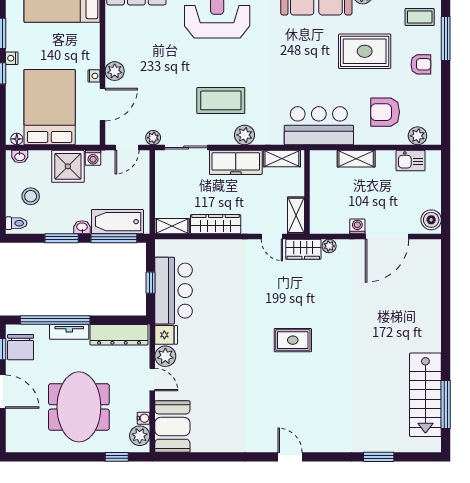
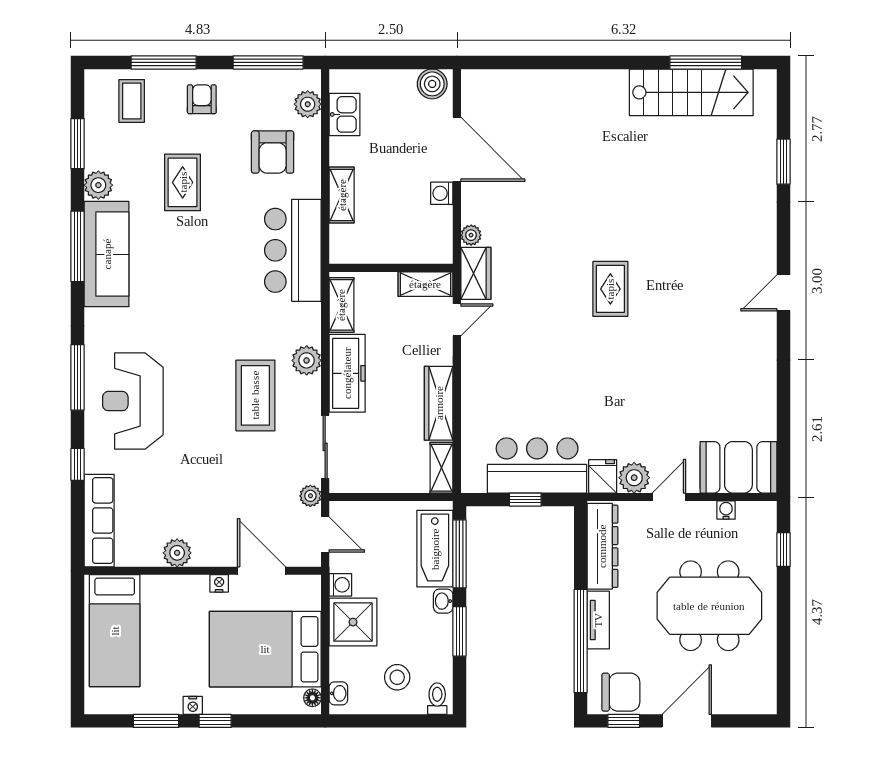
rug: (365, 51) -> (183, 182), width x0.73, depth x0.70
plant: (115, 71) -> (177, 553), moved
window: (446, 109) -> (268, 62), added
plant: (140, 436) -> (752, 516), removed

